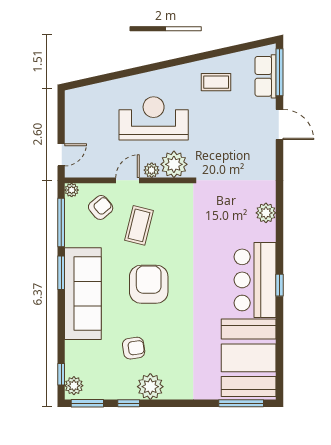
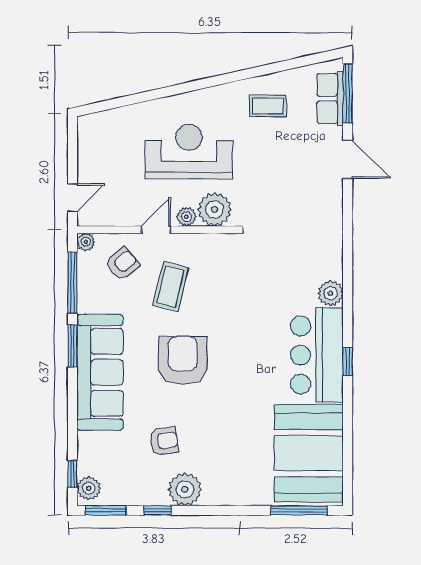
plant: (266, 213) -> (330, 293), moved

